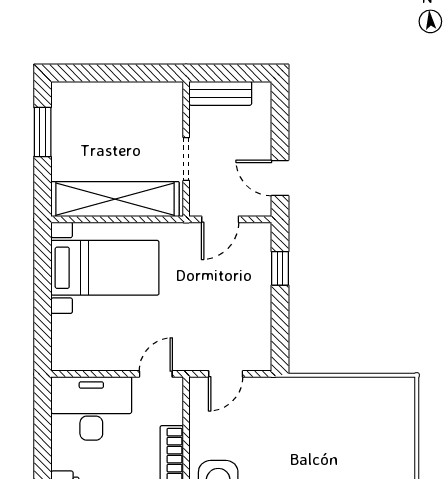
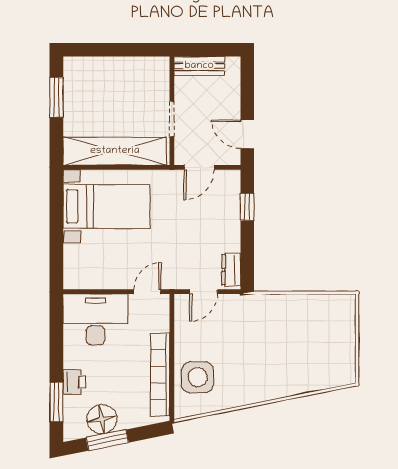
dresser: (260, 347) -> (231, 270), added

